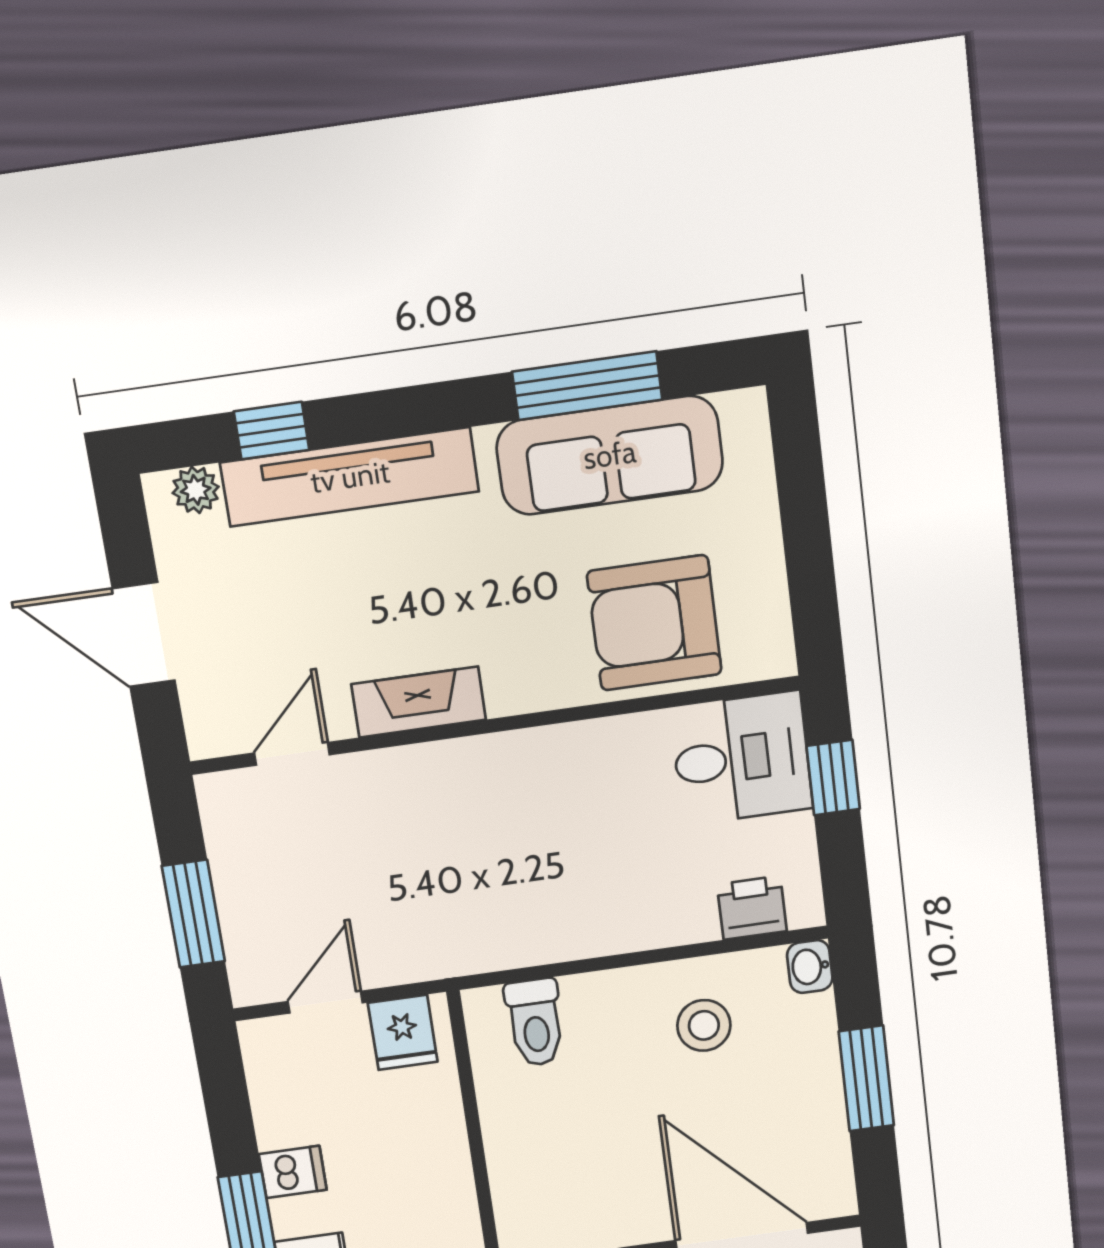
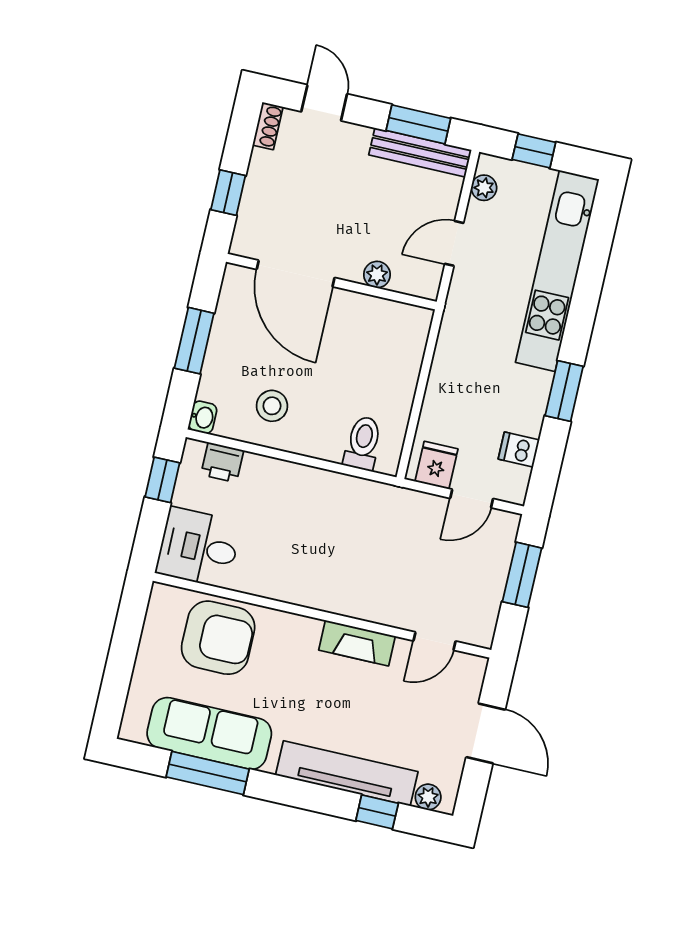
window: (833, 778) -> (162, 480), moved
dishwasher: (293, 1172) -> (519, 450), moved

